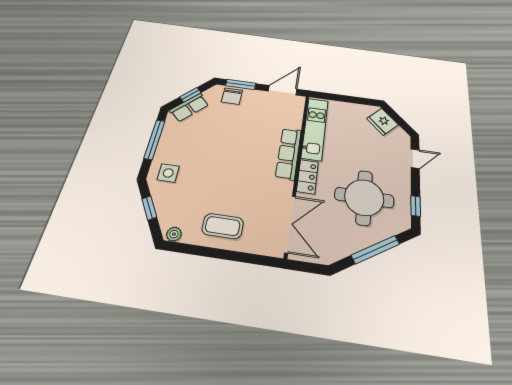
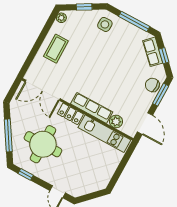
plant: (294, 121) -> (116, 122), added
fridge: (382, 122) -> (93, 184), removed

